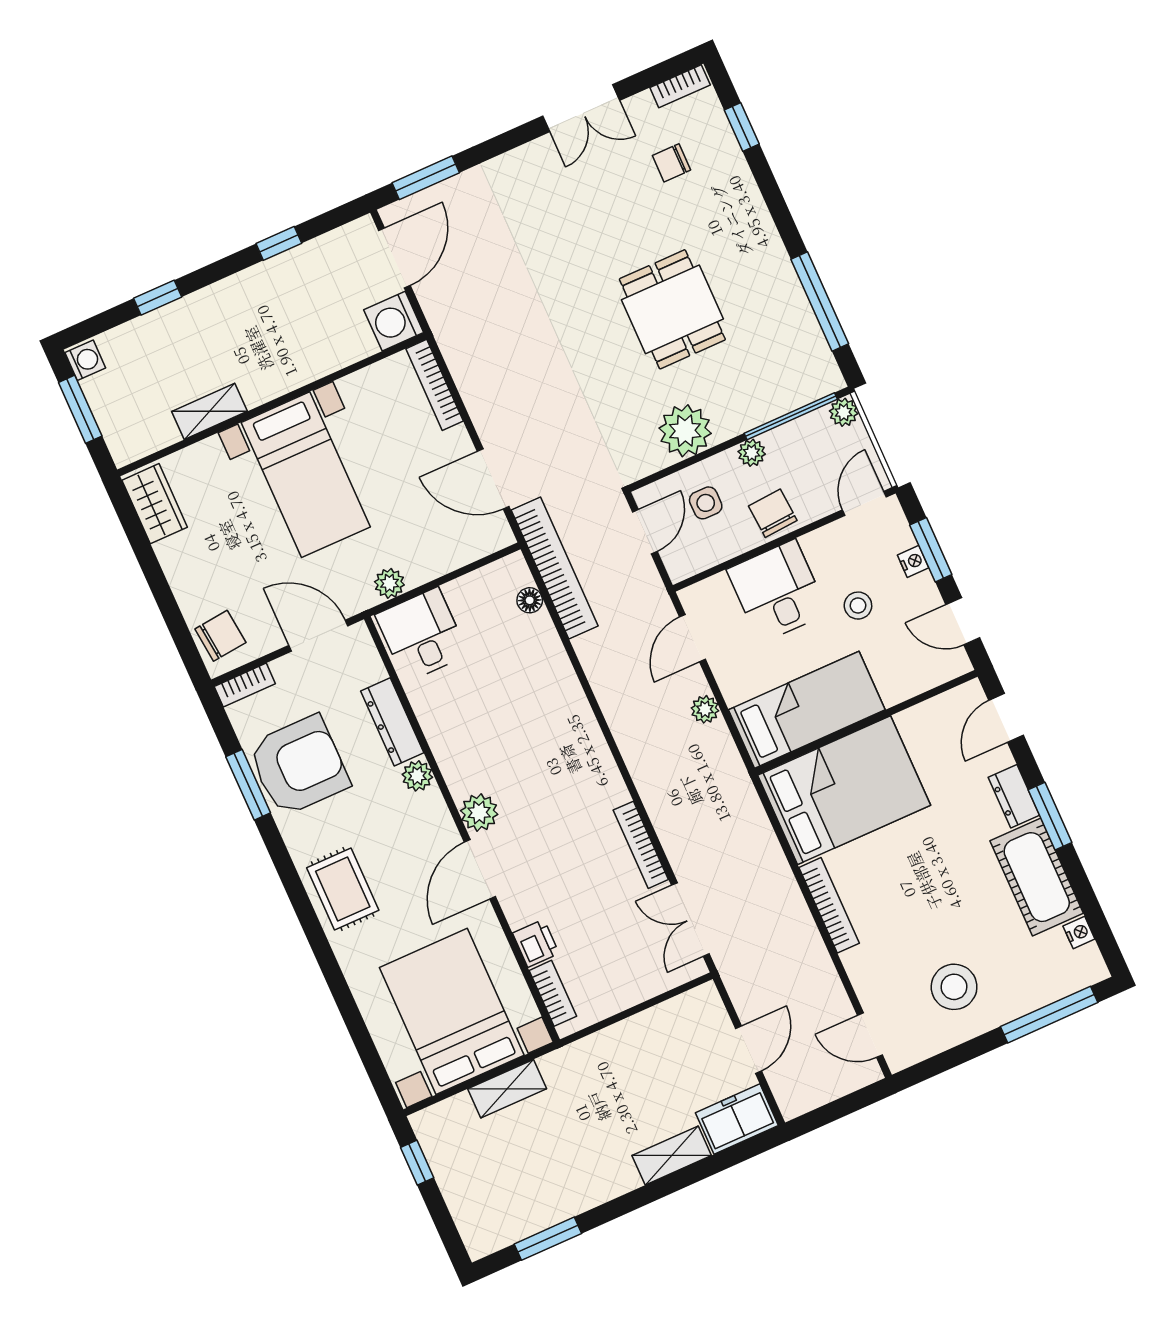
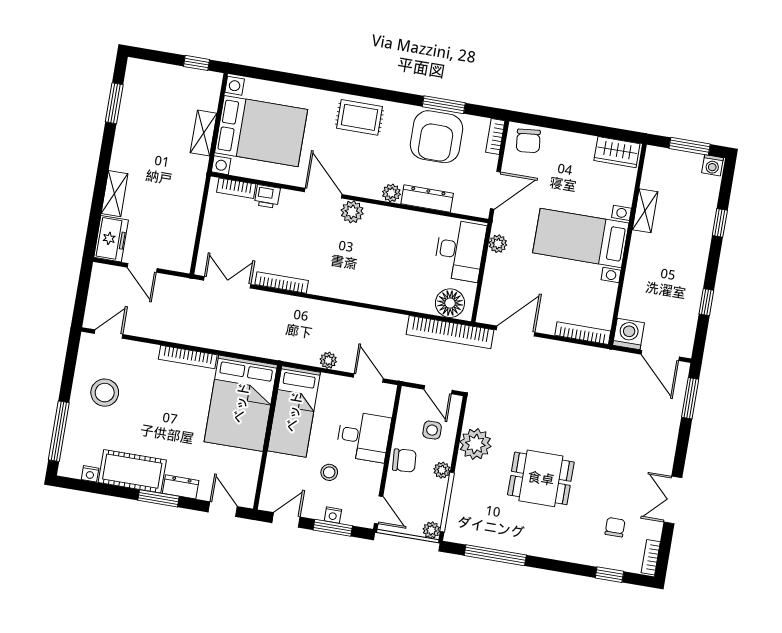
floor lamp: (530, 600) -> (450, 303), width x1.89, depth x1.89
desk: (422, 635) -> (460, 250), width x1.37

